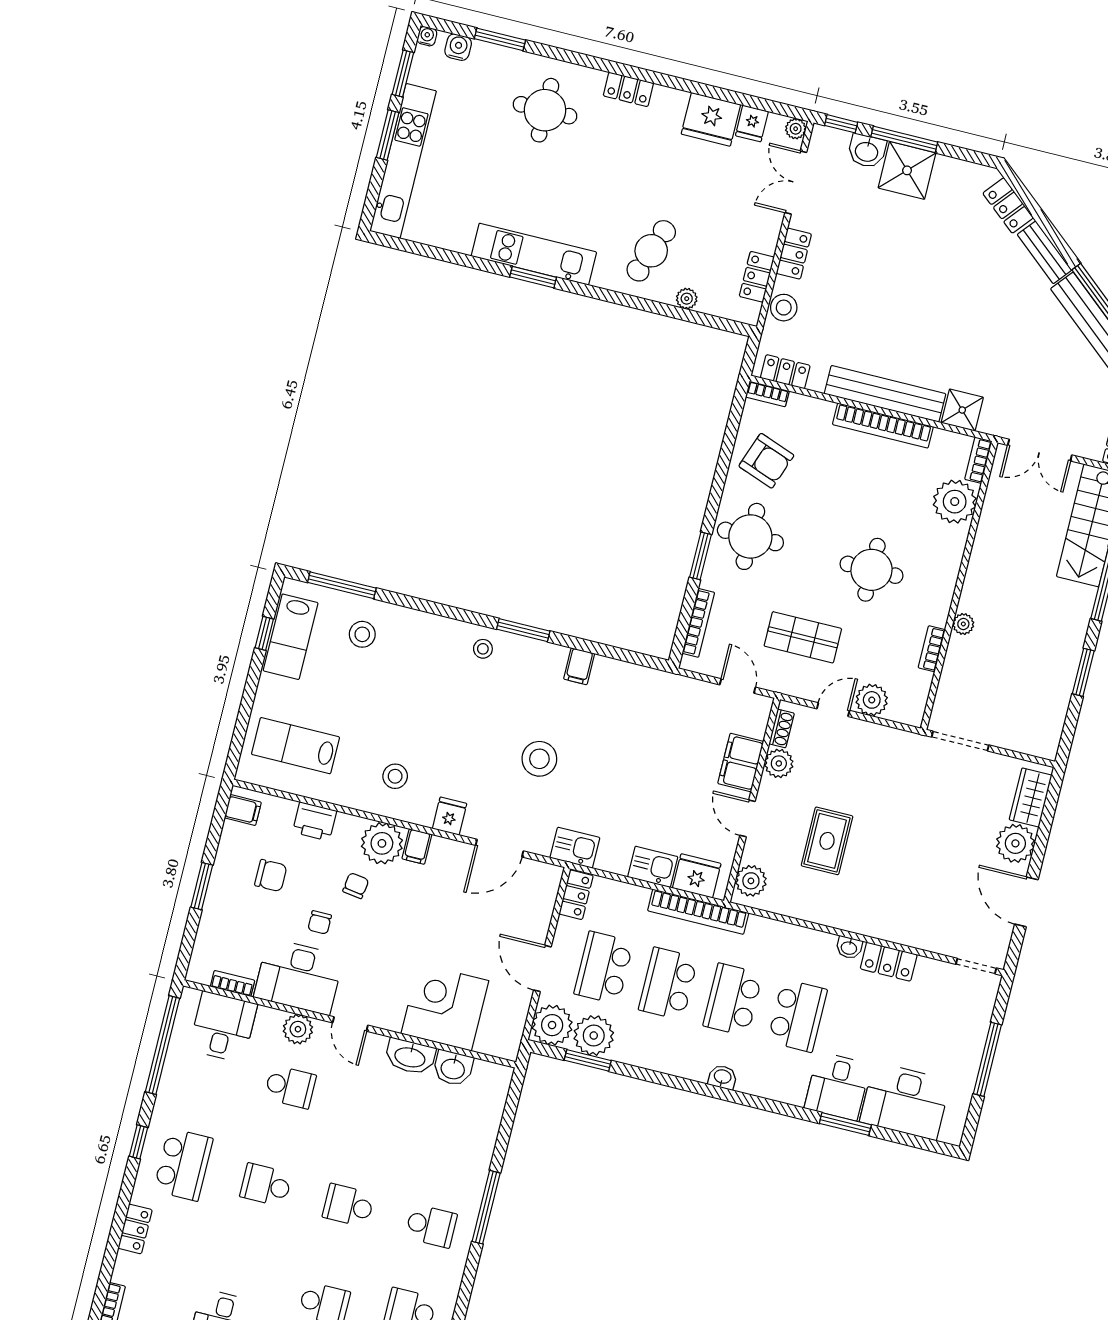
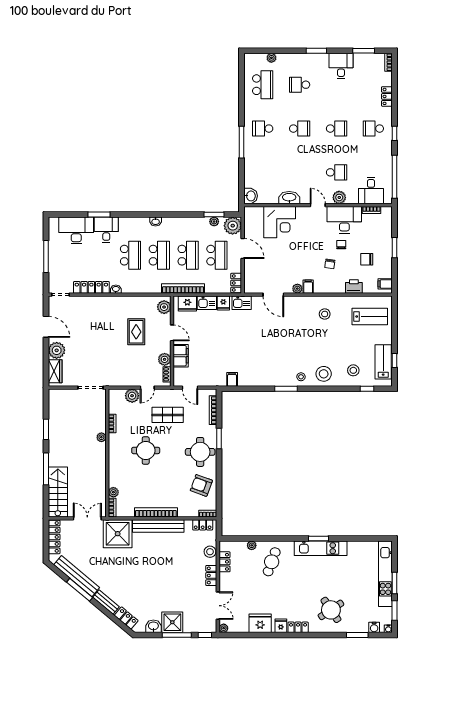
round table: (545, 110) -> (331, 610), turned -34
fridge: (752, 124) -> (281, 626), moved
washbasin: (867, 151) -> (153, 626), moved
shower: (962, 410) -> (118, 534), width x1.86, depth x1.86
plant: (955, 502) -> (113, 492), width x0.53, depth x0.53
window: (342, 585) -> (367, 389), width x0.46
filing cabinet: (579, 666) -> (232, 379), moved
stool: (539, 759) -> (324, 374), moved
fridge: (450, 816) -> (223, 303), moved
plant: (382, 843) -> (297, 289), moved, width x0.53, depth x0.53
door: (499, 848) -> (273, 295), swing flipped
locker: (889, 962) -> (91, 287), width x1.53
school desk: (797, 1016) -> (130, 255), turned 180
plant: (594, 1036) -> (214, 222), width x0.53, depth x0.53
washbasin: (453, 1068) -> (251, 196), moved, turned 90
school desk: (290, 1087) -> (336, 172), turned 180
school desk: (183, 1165) -> (373, 129), width x0.54

